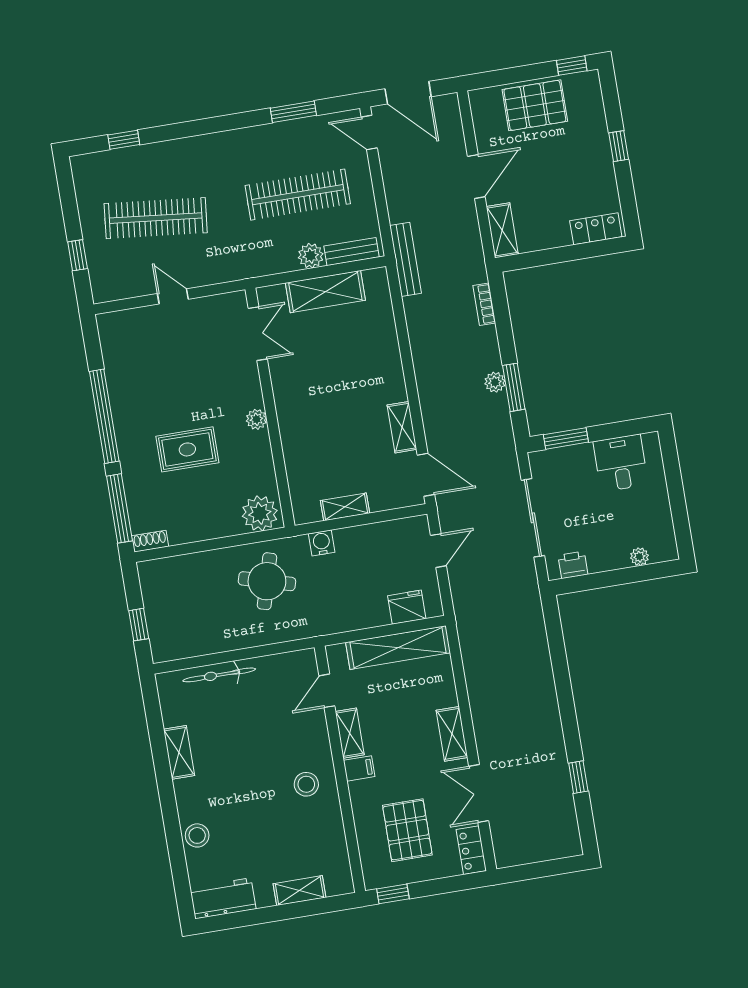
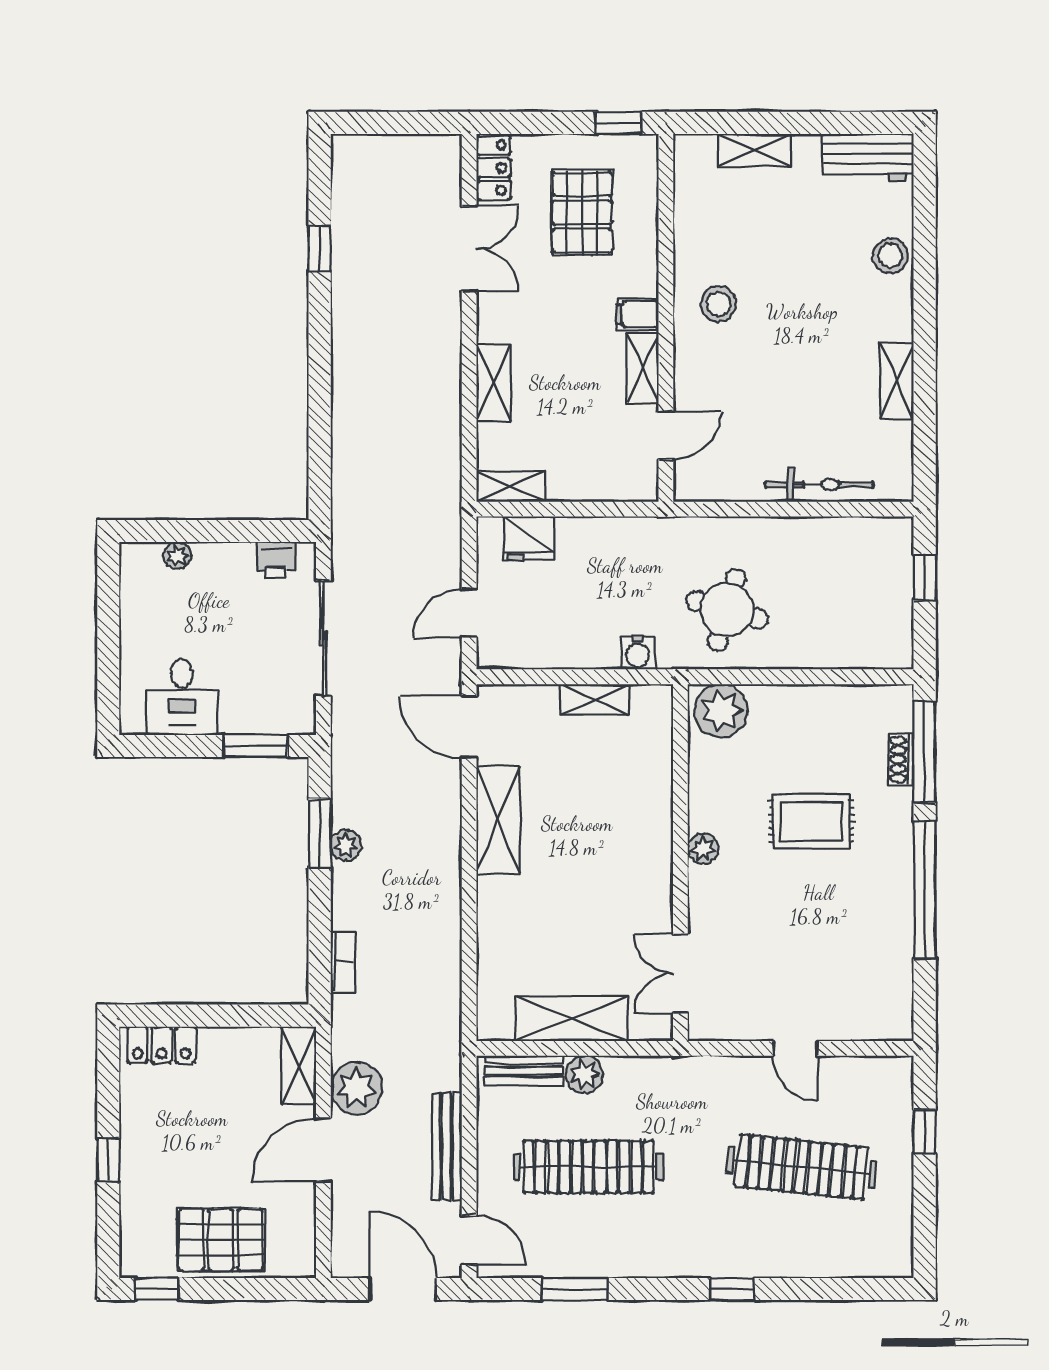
window: (124, 140) -> (733, 1289), moved
plant: (461, 221) -> (357, 1088), added
bench: (406, 259) -> (447, 1146), moved
shelving: (402, 427) -> (498, 820), width x1.50, depth x1.33
shoe rack: (150, 541) -> (901, 759), moved, turned 90
shelving: (398, 648) -> (511, 486), width x0.45, depth x0.75
shelving: (452, 734) -> (494, 383), moved

